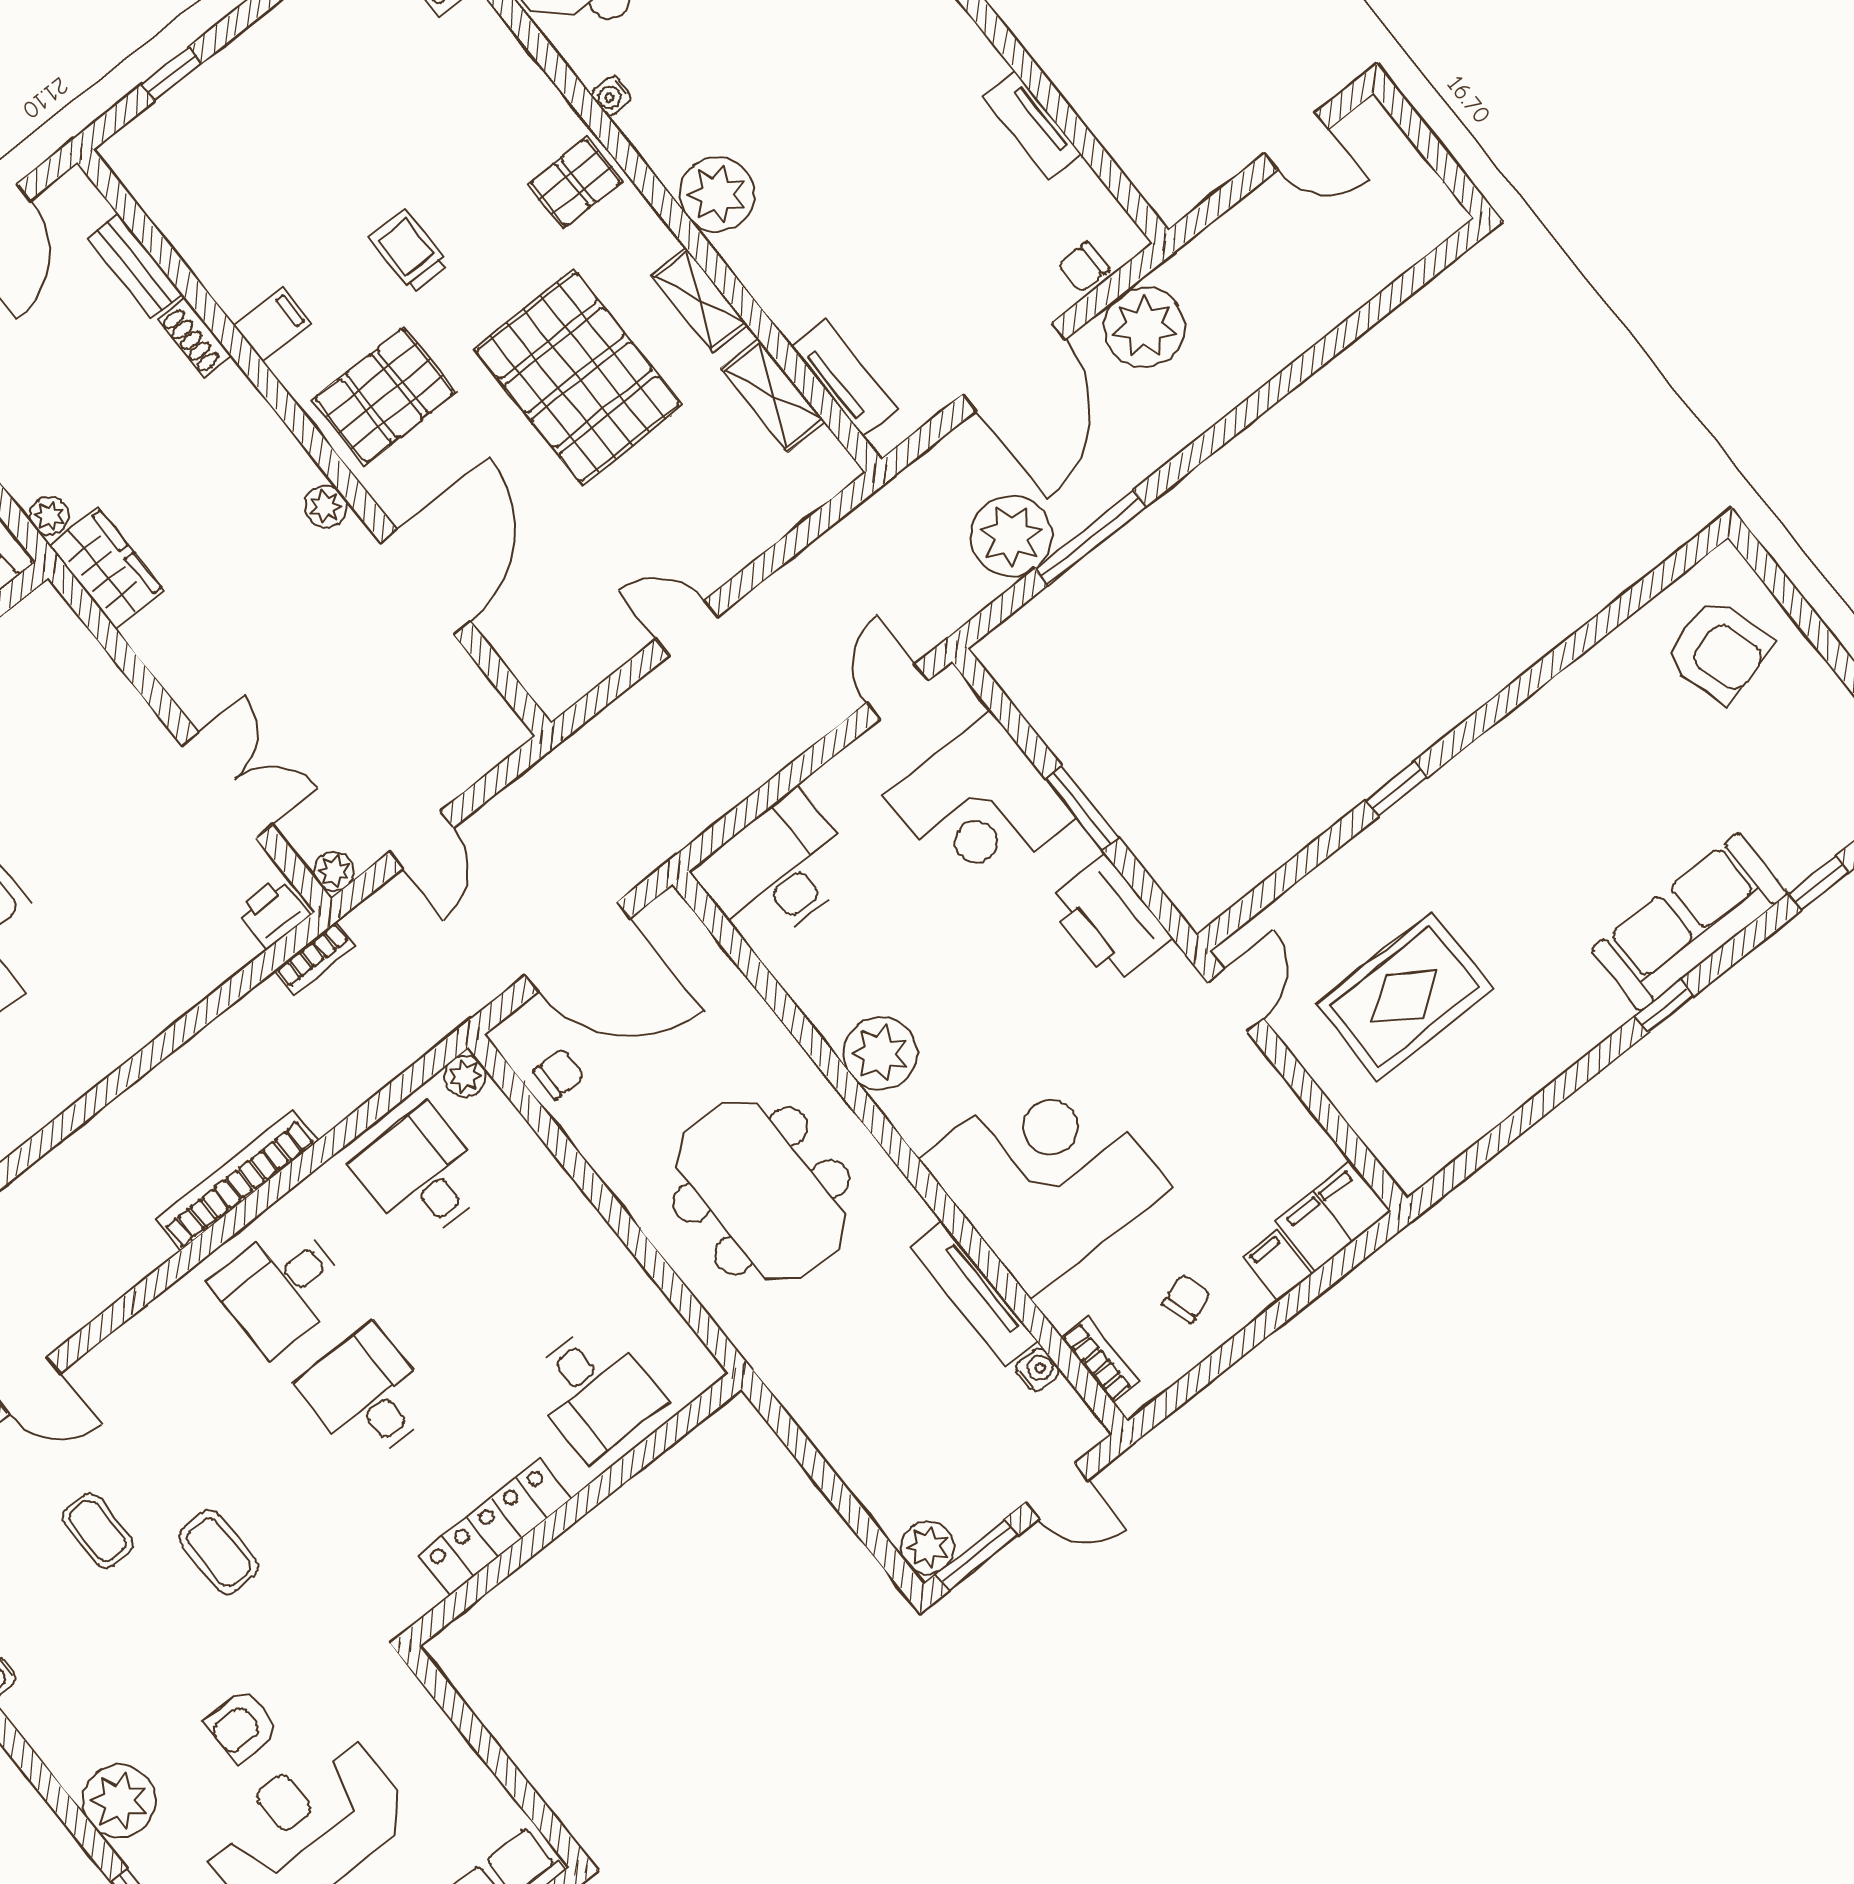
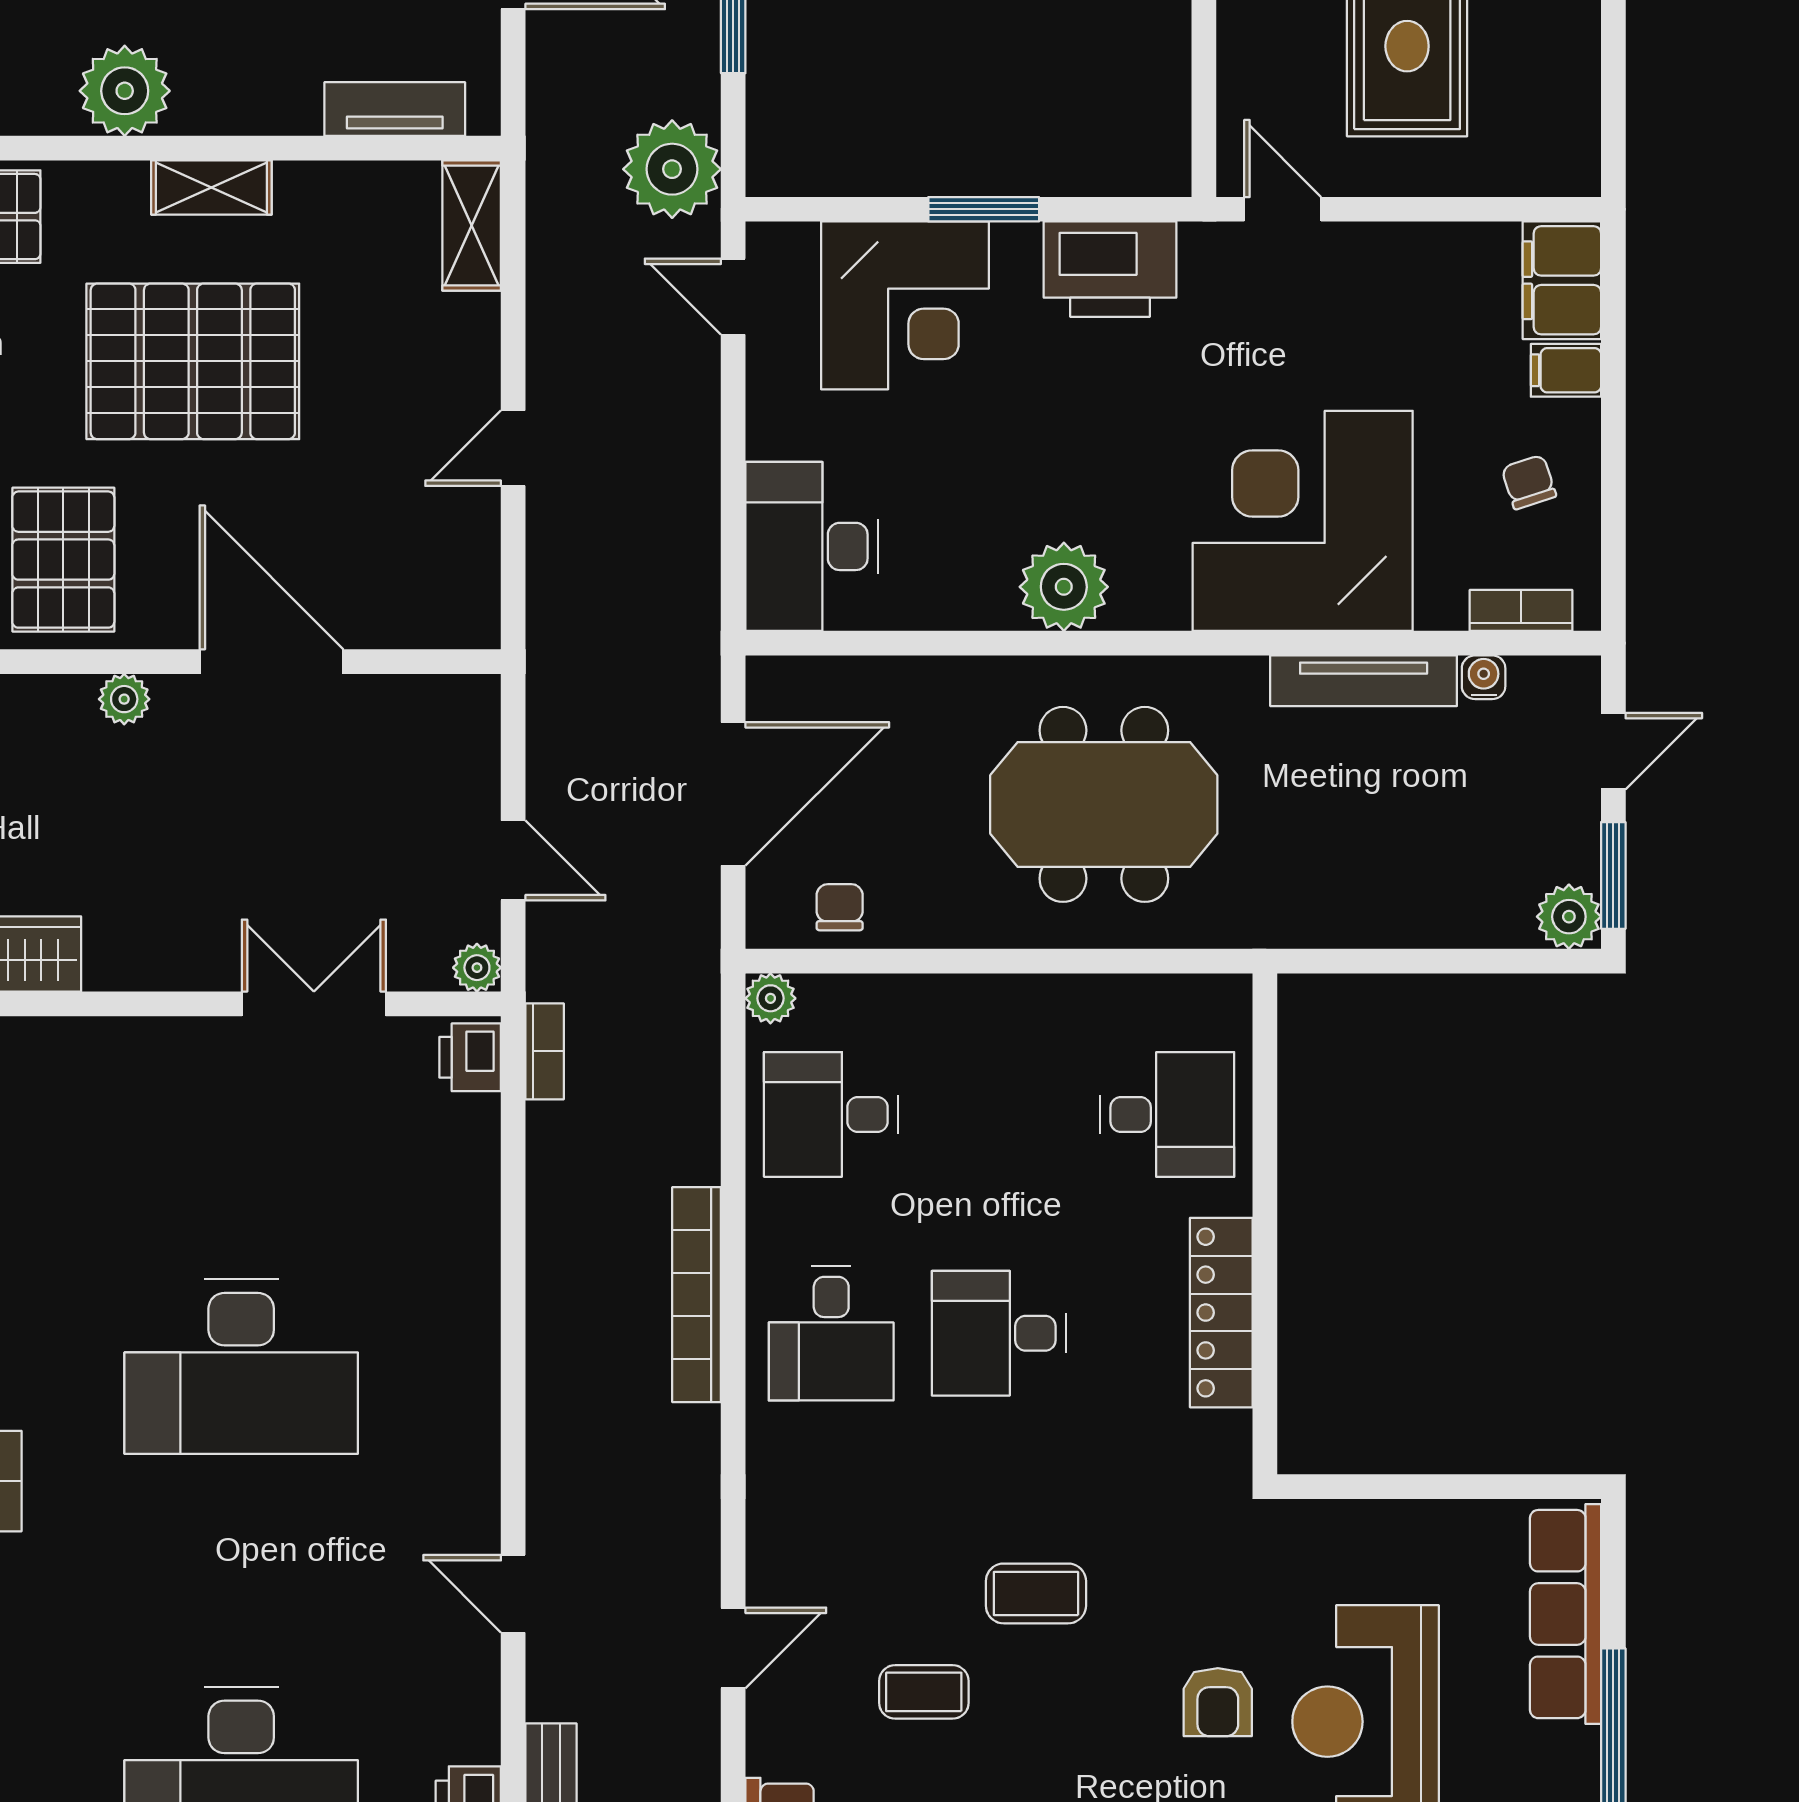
shelving: (773, 395) -> (472, 225), moved, turned 90
plant: (1011, 536) -> (672, 169), moved

